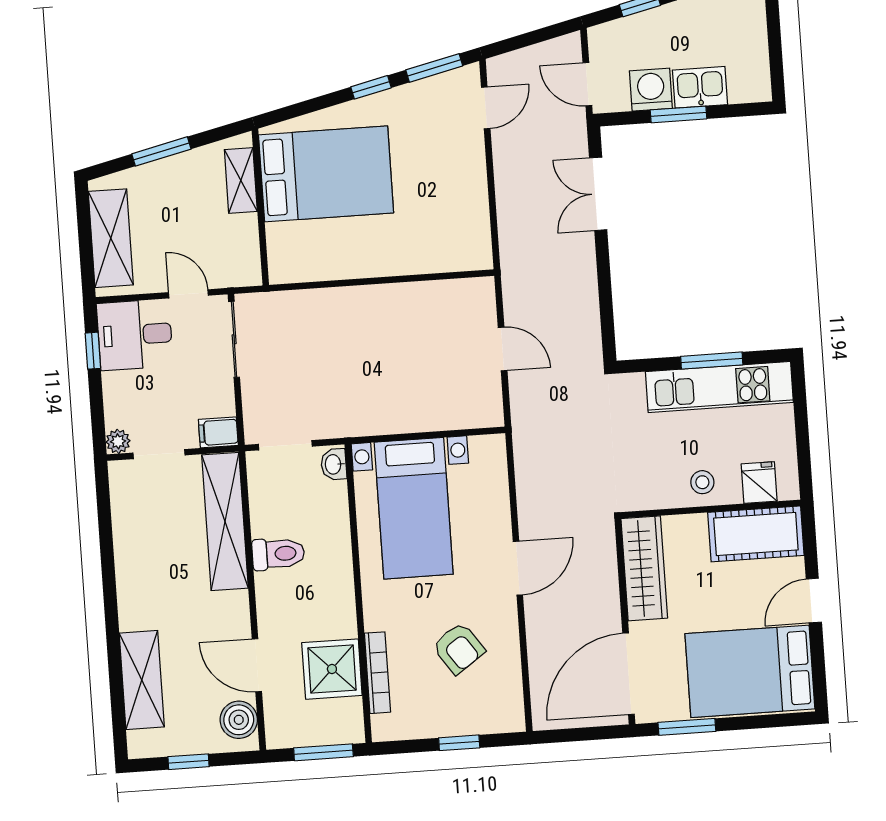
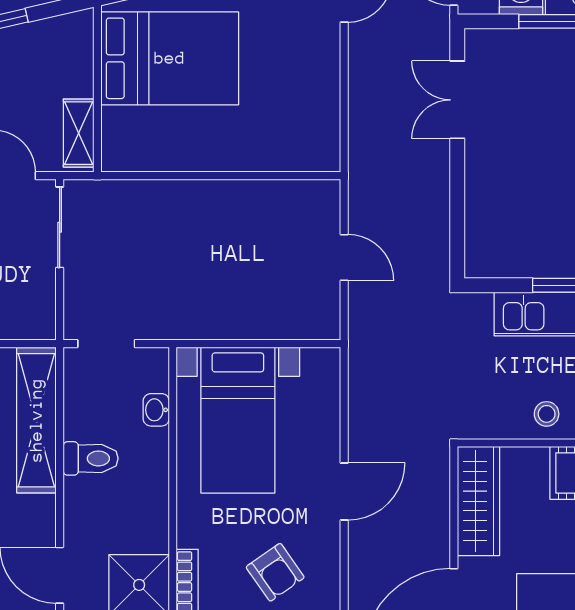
shelving: (241, 180) -> (79, 133), moved
filing cabinet: (218, 432) -> (36, 325), removed
washbasin: (334, 464) -> (156, 410), moved

